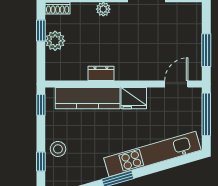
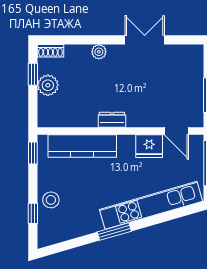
dresser: (101, 73) -> (112, 120), moved
door: (176, 84) -> (176, 131), swing flipped
fridge: (134, 98) -> (149, 146), moved

